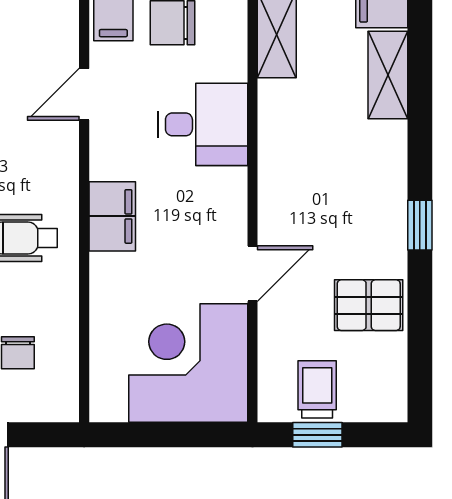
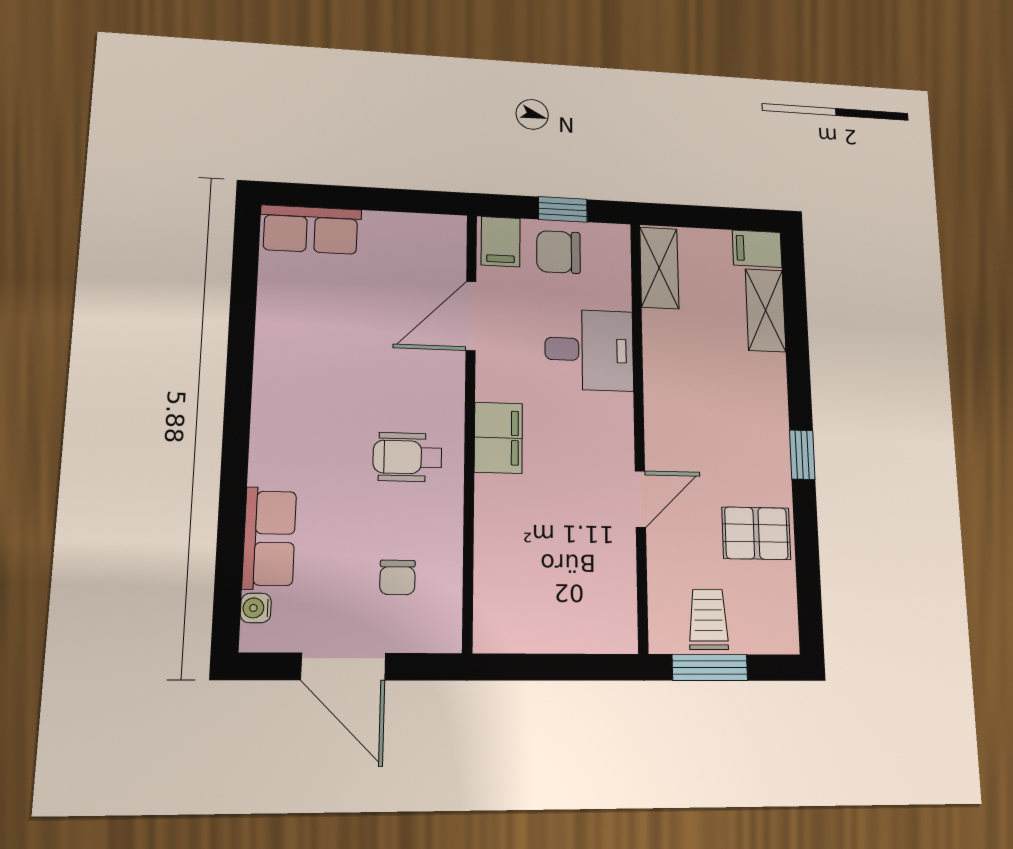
door: (84, 94) -> (471, 316), width x1.38
corner desk: (188, 363) -> (576, 590), removed
window: (317, 435) -> (710, 667), width x1.50

